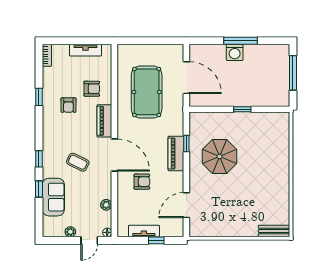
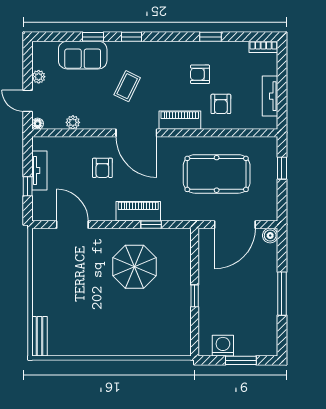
window: (142, 41) -> (282, 168), added
boiler: (195, 50) -> (270, 236), added
washing machine: (235, 52) -> (223, 346), moved, turned 90
window: (293, 73) -> (241, 360), width x0.69
door: (114, 155) -> (136, 133), hinge flipped

